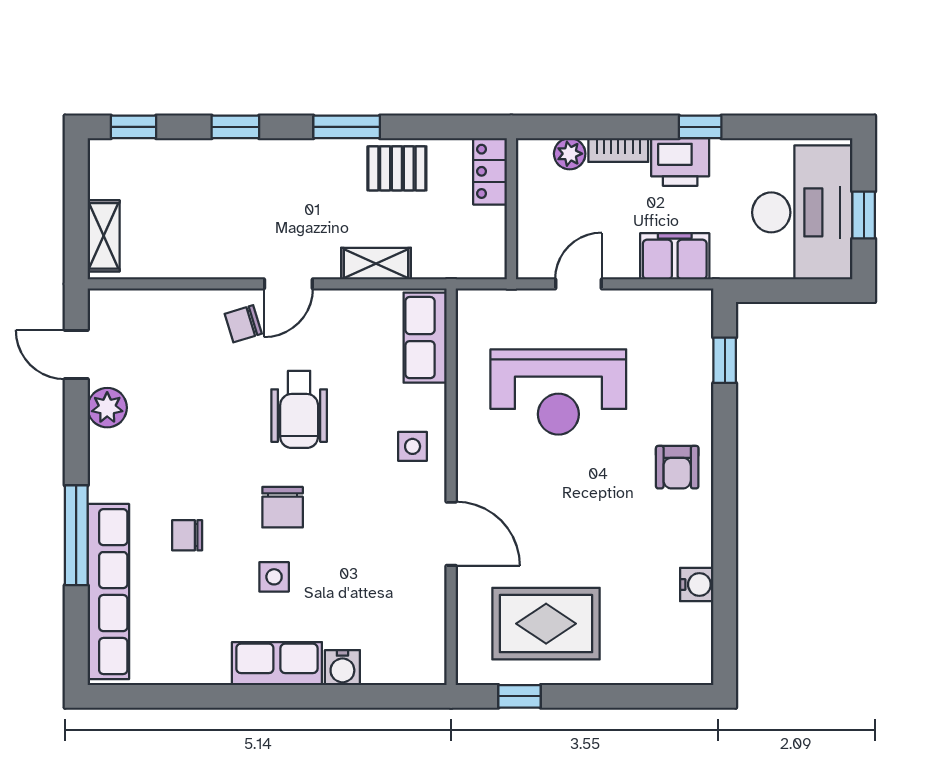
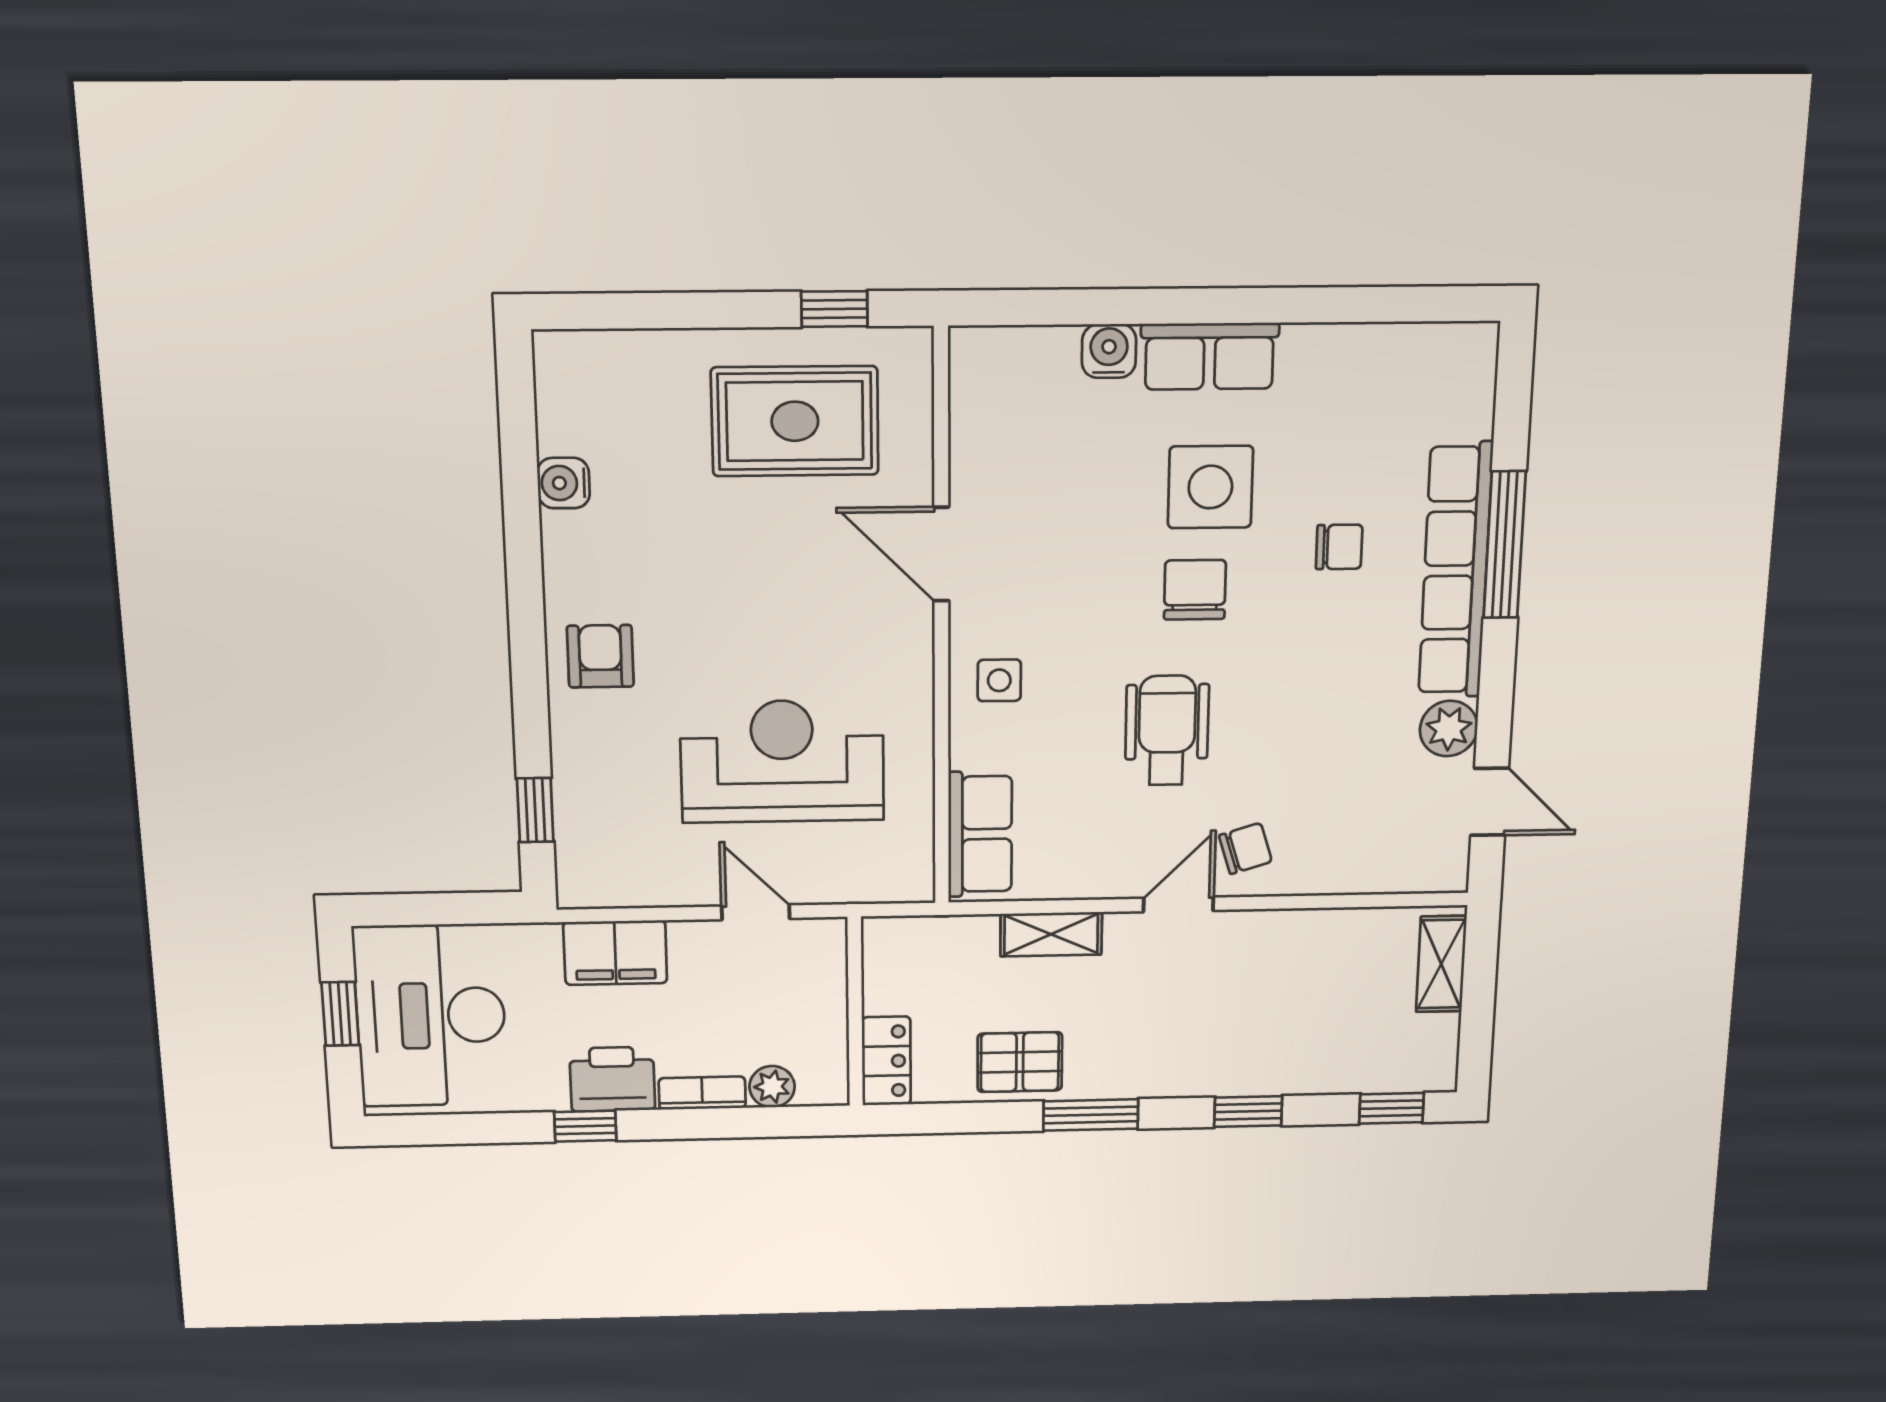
door: (578, 284) -> (756, 912), swing flipped
side table: (274, 577) -> (1210, 487), width x1.87, depth x1.87
row of seats: (108, 592) -> (1456, 571), moved

